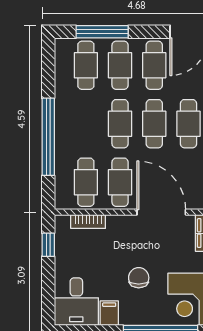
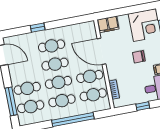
cafe table: (154, 65) -> (62, 101), moved
door: (161, 212) -> (102, 51), hinge flipped
window: (48, 245) -> (143, 106), moved

